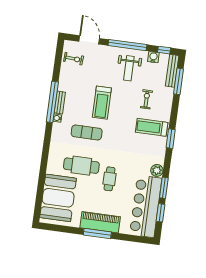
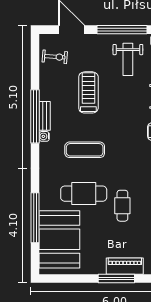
treadmill: (102, 103) -> (88, 92), moved, turned 180
window: (42, 179) -> (35, 218), added
piano: (100, 222) -> (125, 266), width x0.73, depth x0.75

